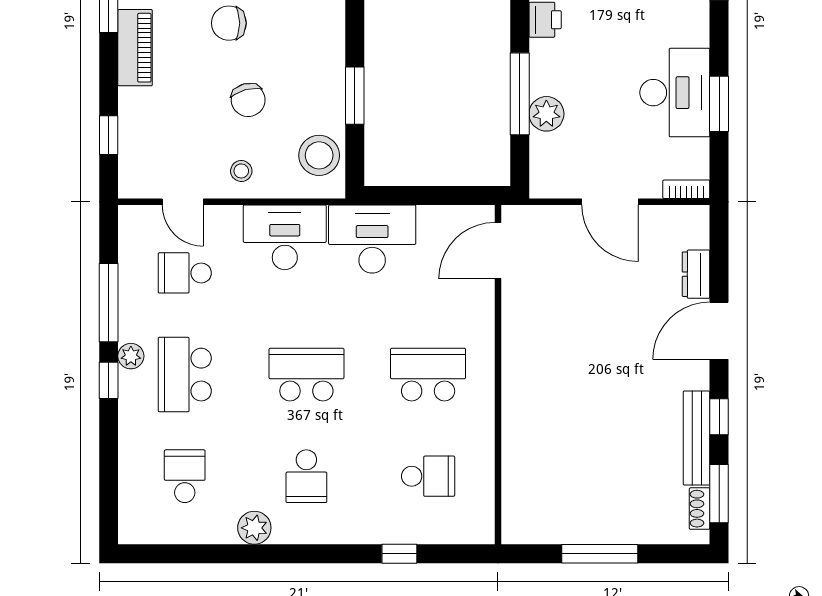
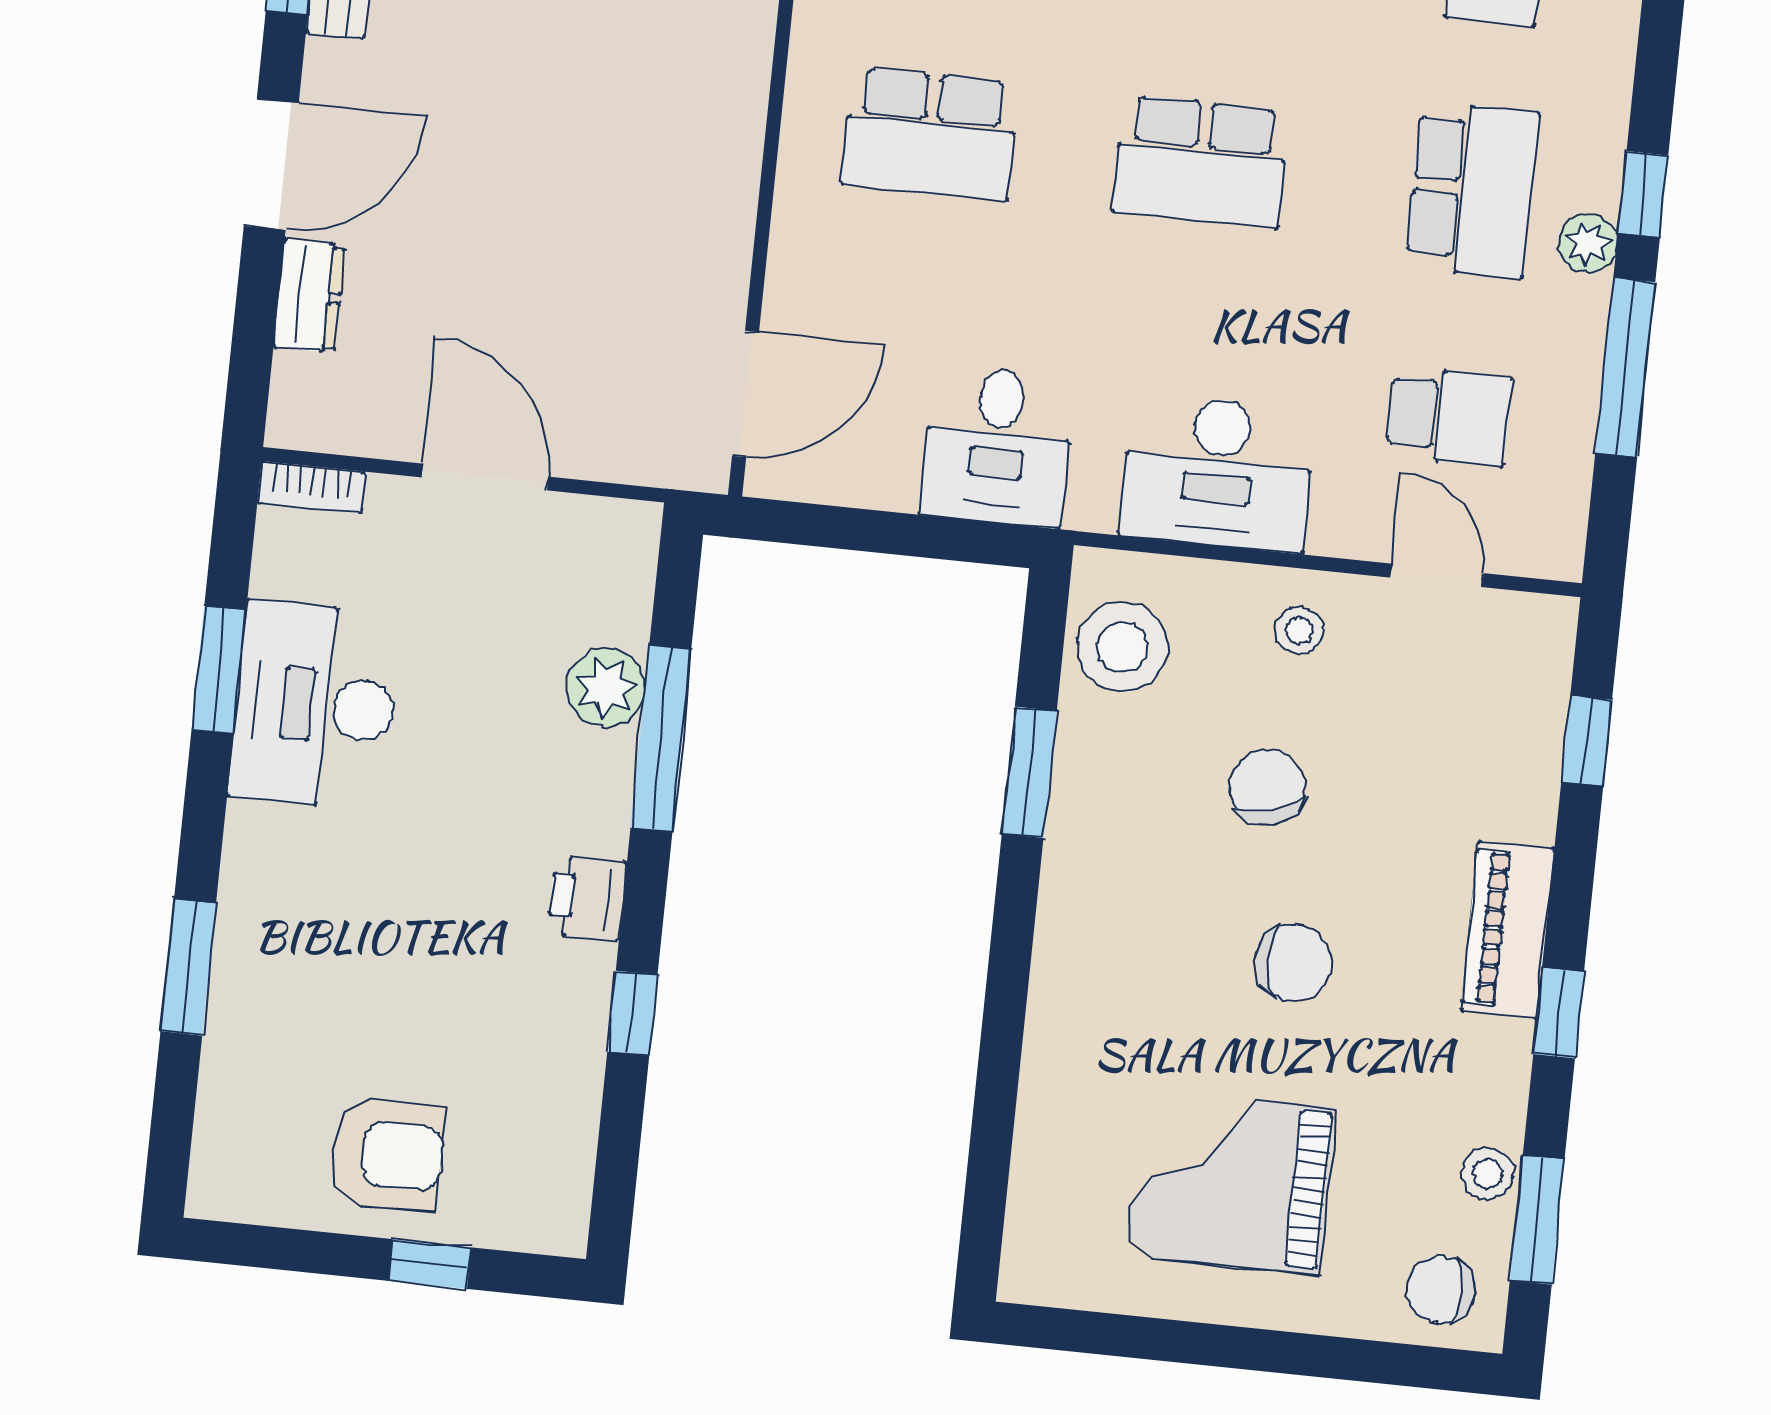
desk: (372, 239) -> (997, 446), width x0.73

